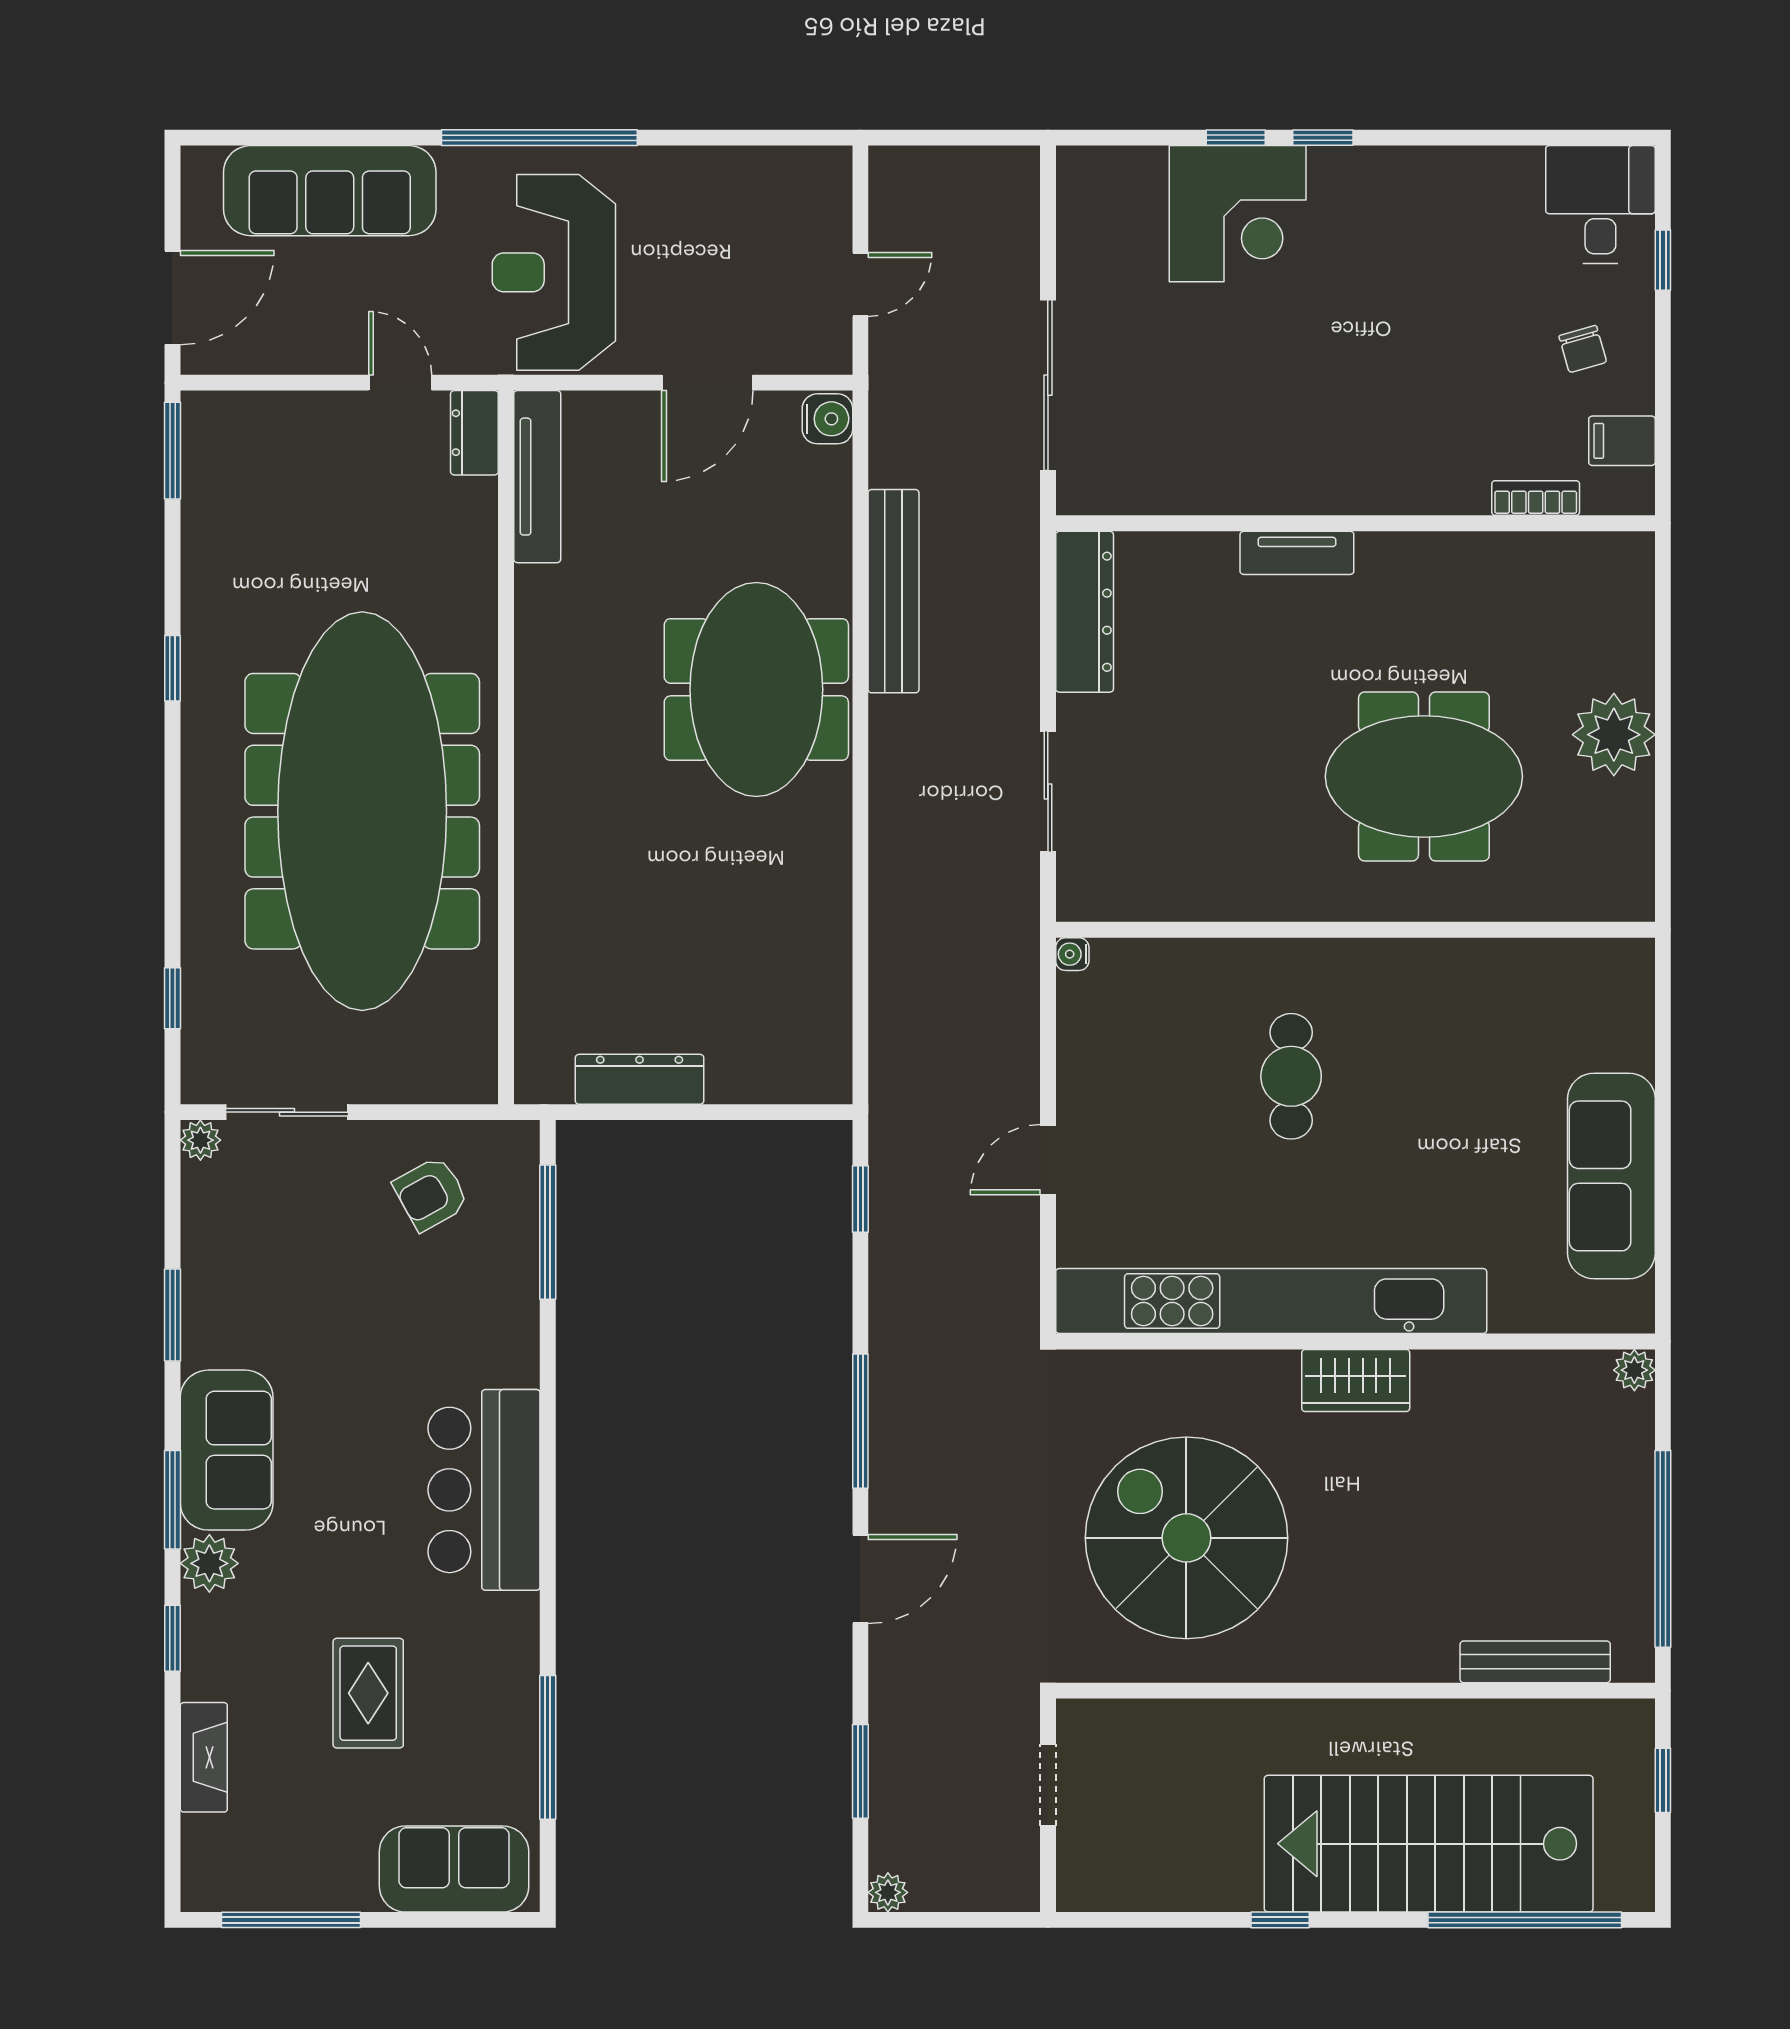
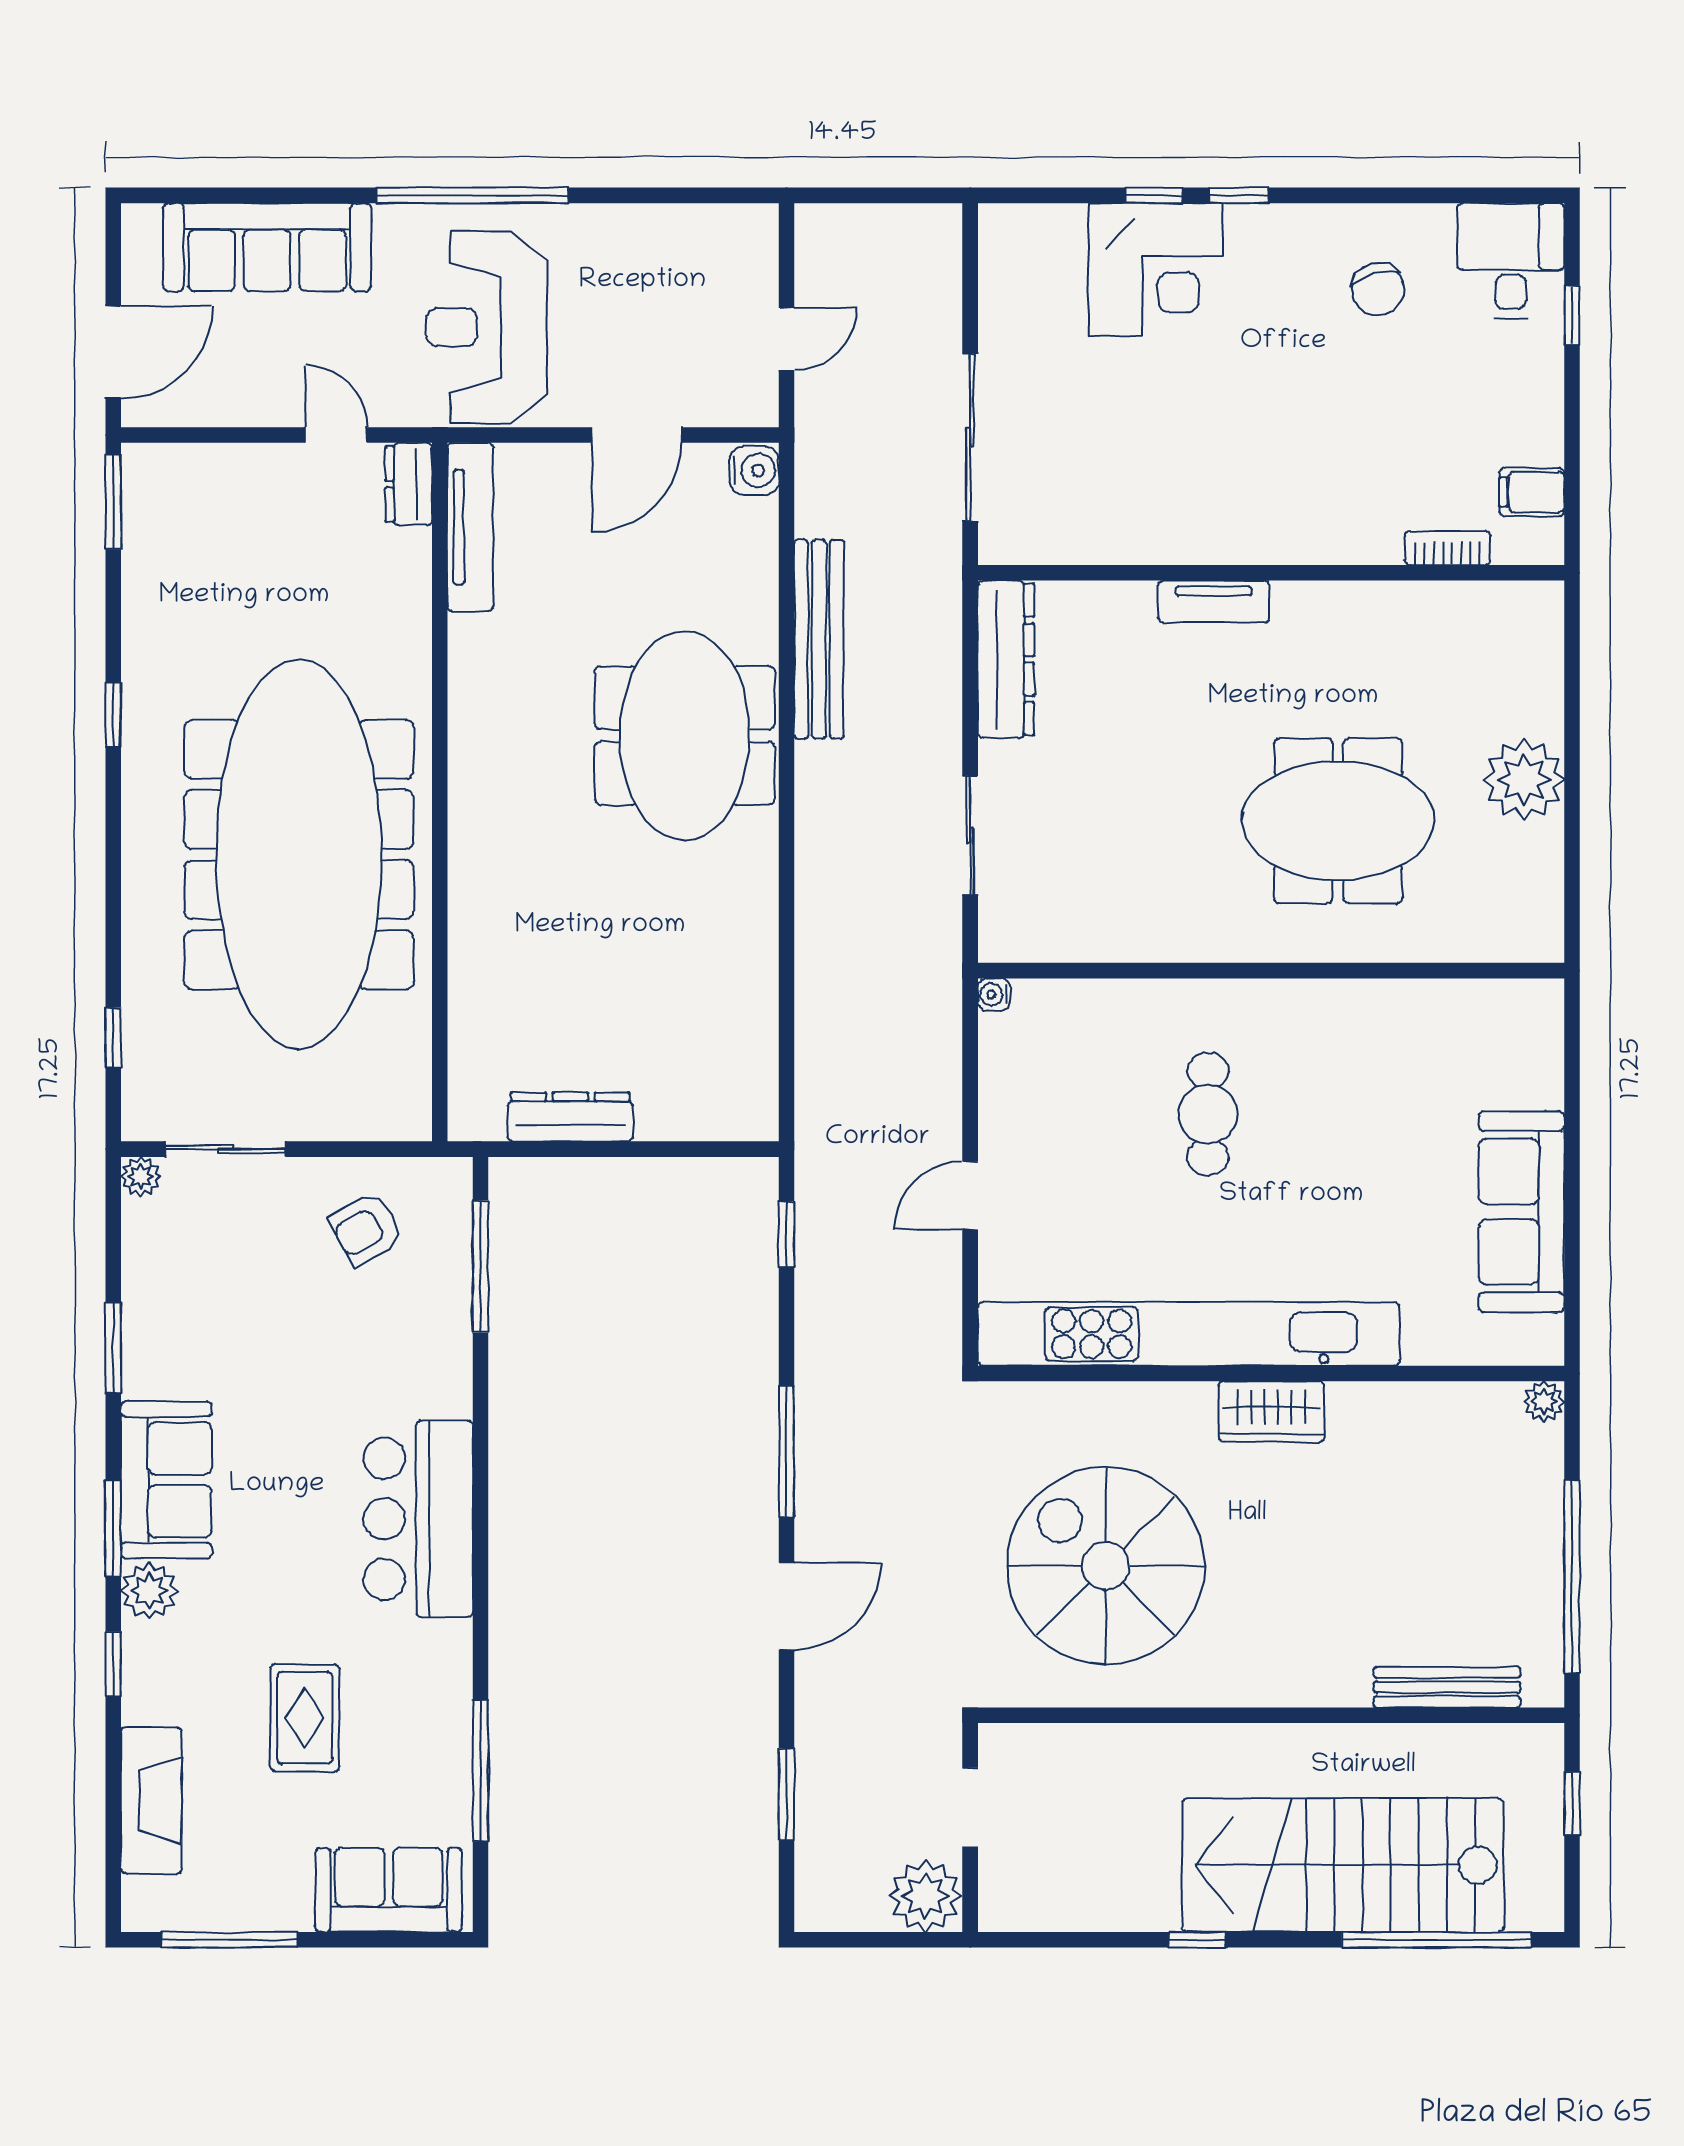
chair: (1583, 349) -> (1378, 289), moved, width x1.37, depth x1.37
fireplace: (204, 1757) -> (151, 1800), width x1.37, depth x1.32
plant: (888, 1892) -> (925, 1896), moved, width x1.88, depth x1.88

